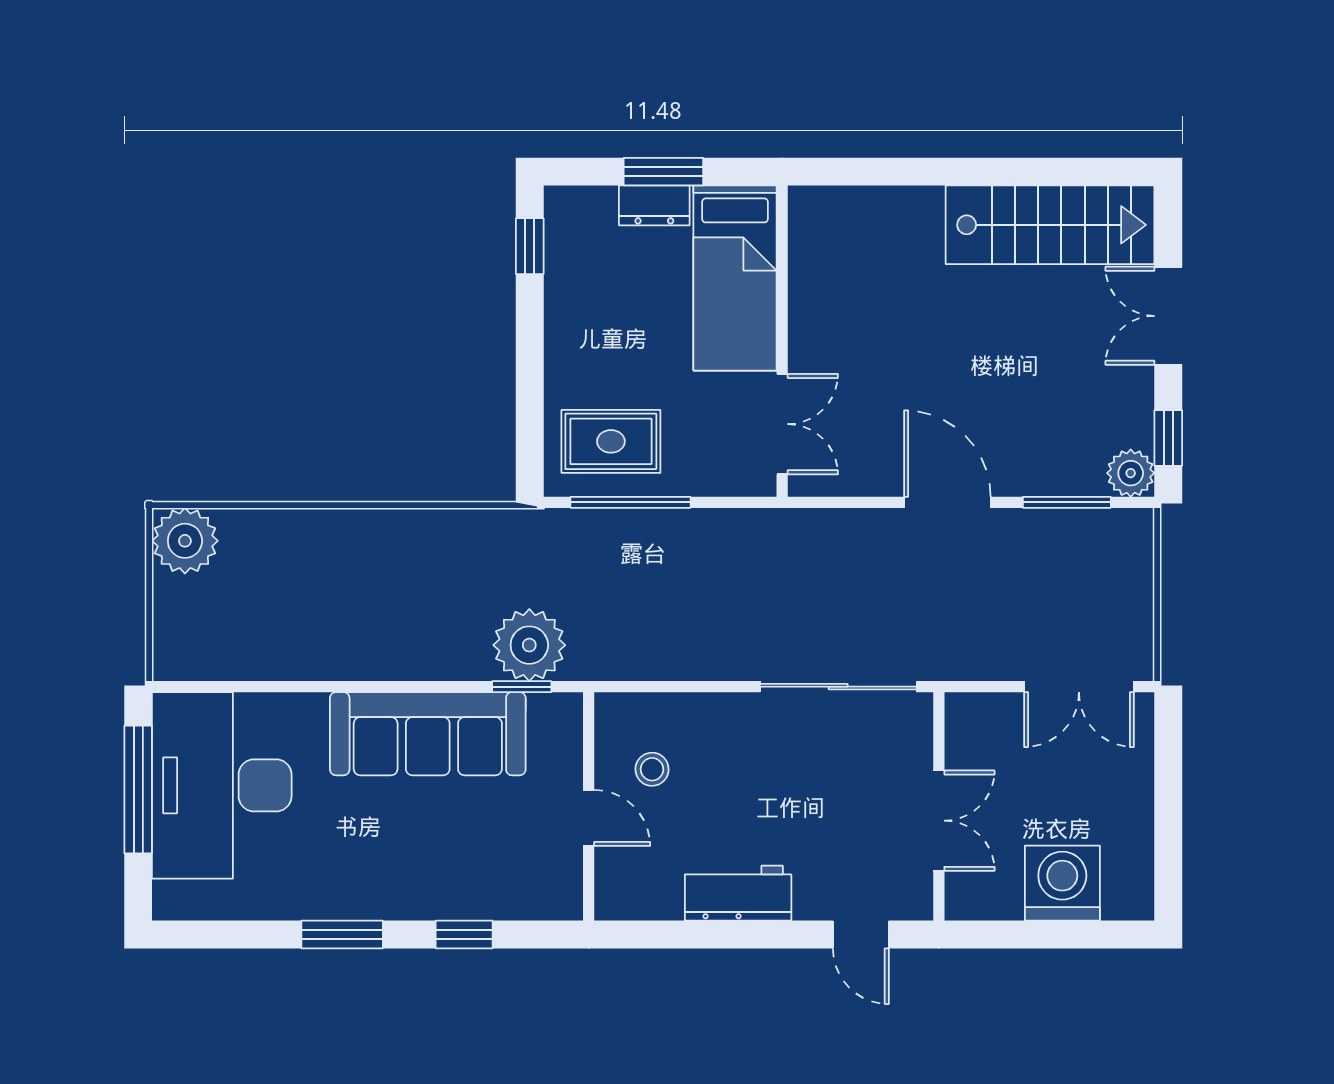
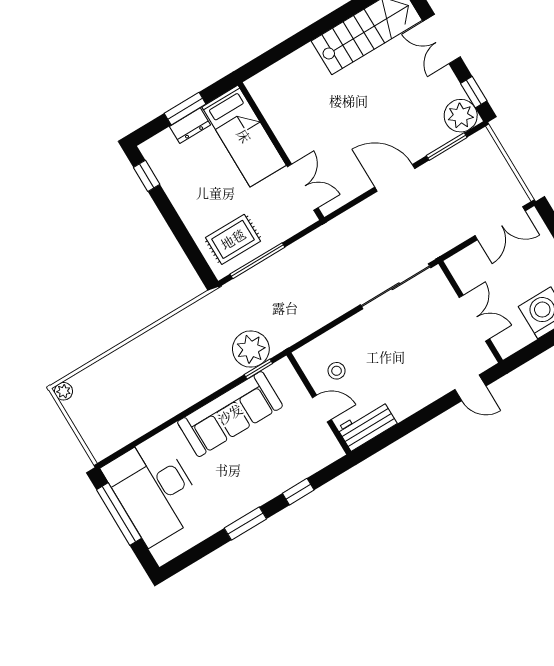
plant: (1131, 473) -> (461, 116), width x1.36, depth x1.36
plant: (185, 541) -> (64, 391), width x0.53, depth x0.53
workbench: (738, 893) -> (367, 426), moved

